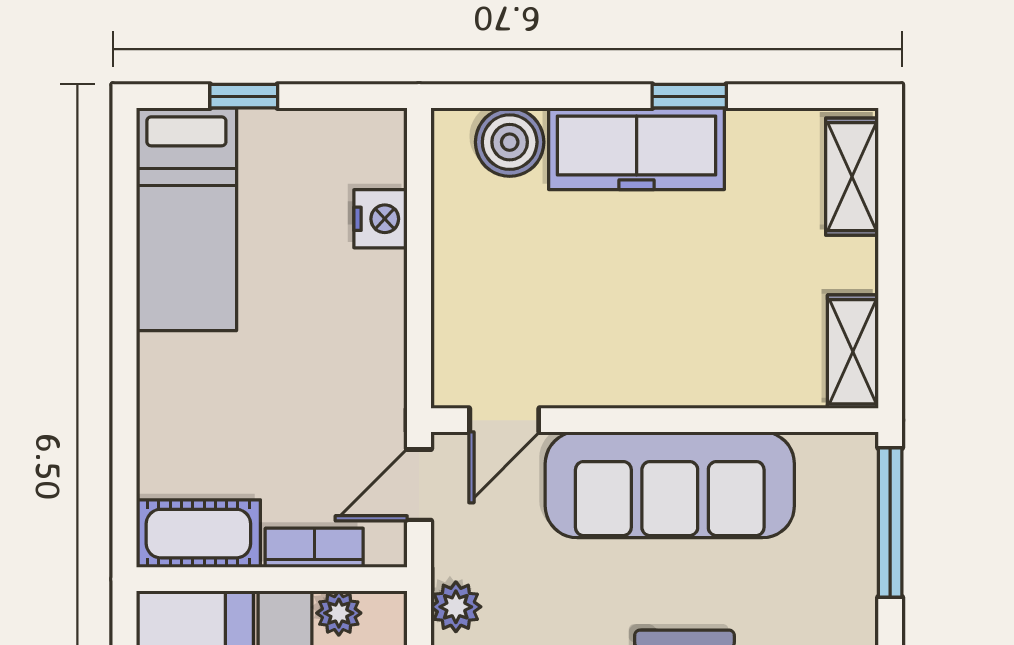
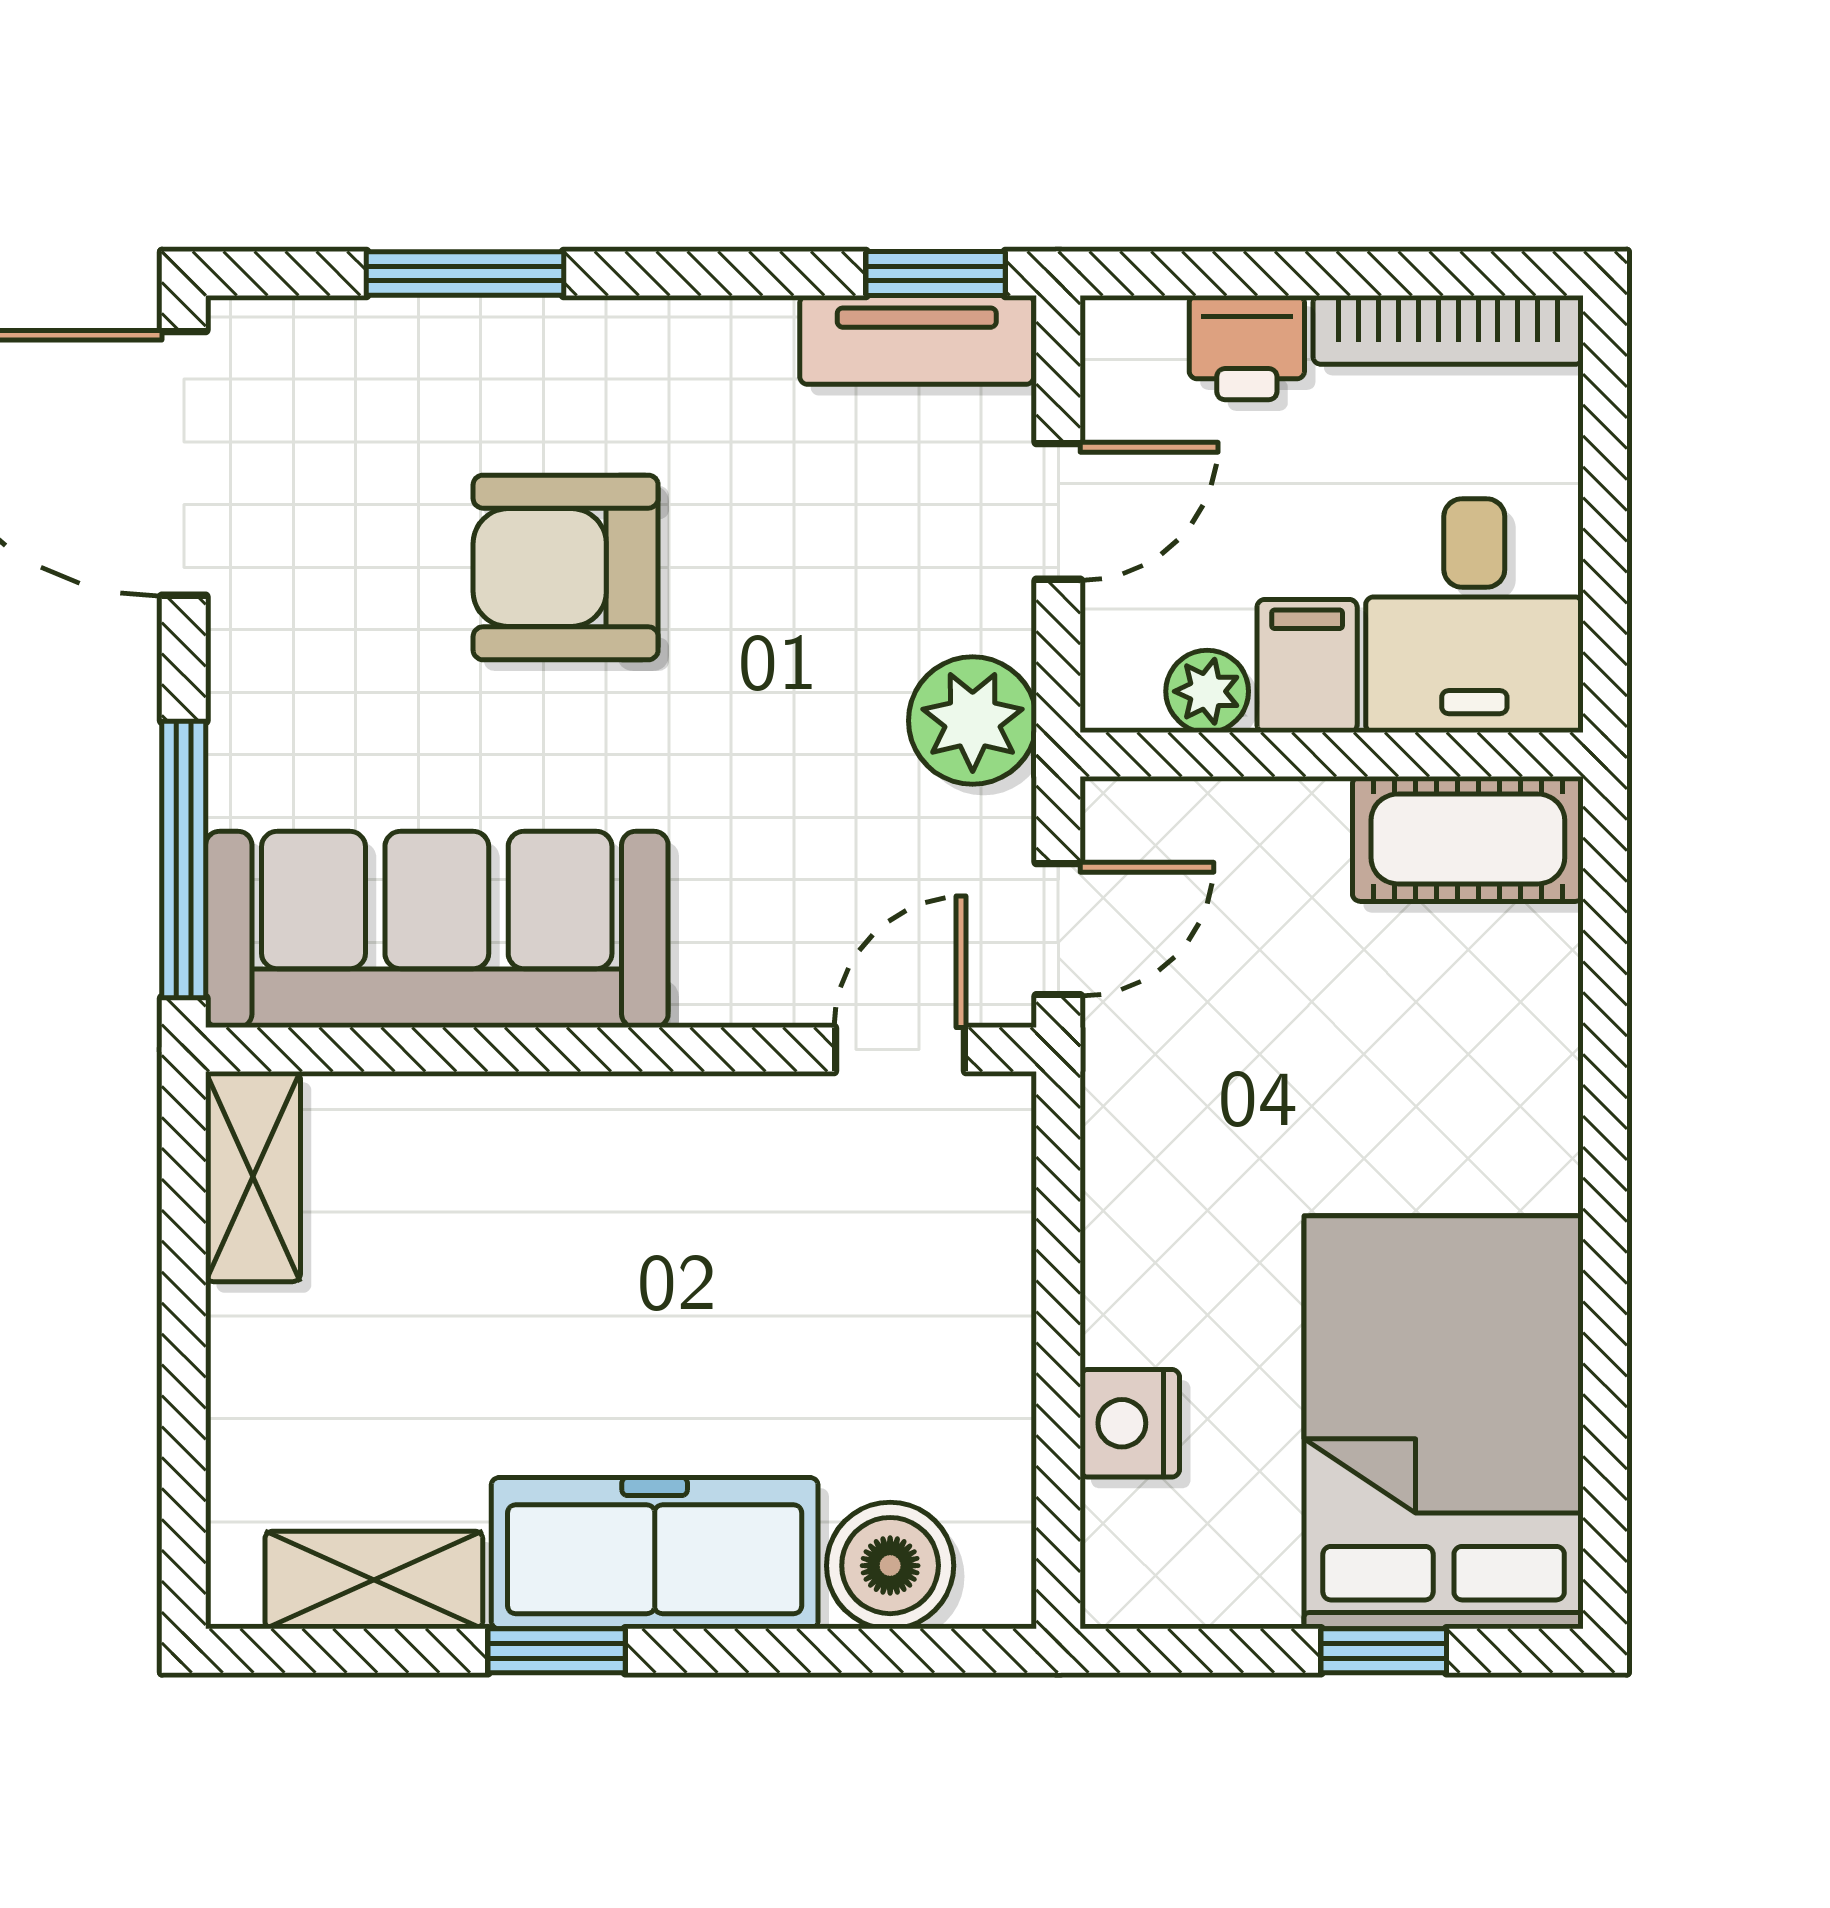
shelving: (852, 177) -> (374, 1580), moved, turned 90
bed: (186, 219) -> (1444, 1422), width x1.50
sofa: (670, 485) -> (437, 929), moved
bookcase: (314, 548) -> (1253, 813), removed
plant: (456, 607) -> (973, 721), width x1.38, depth x1.38

